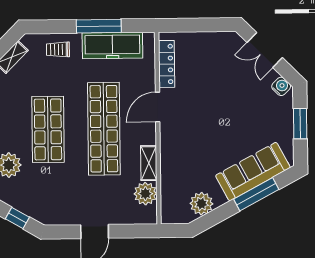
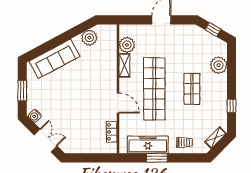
window: (99, 26) -> (157, 158), width x0.69
locker: (167, 64) -> (112, 132), width x0.66
door: (158, 107) -> (118, 103), hinge flipped
shop shelf: (48, 129) -> (192, 89), width x0.70, depth x0.74
window: (256, 194) -> (52, 44), removed

